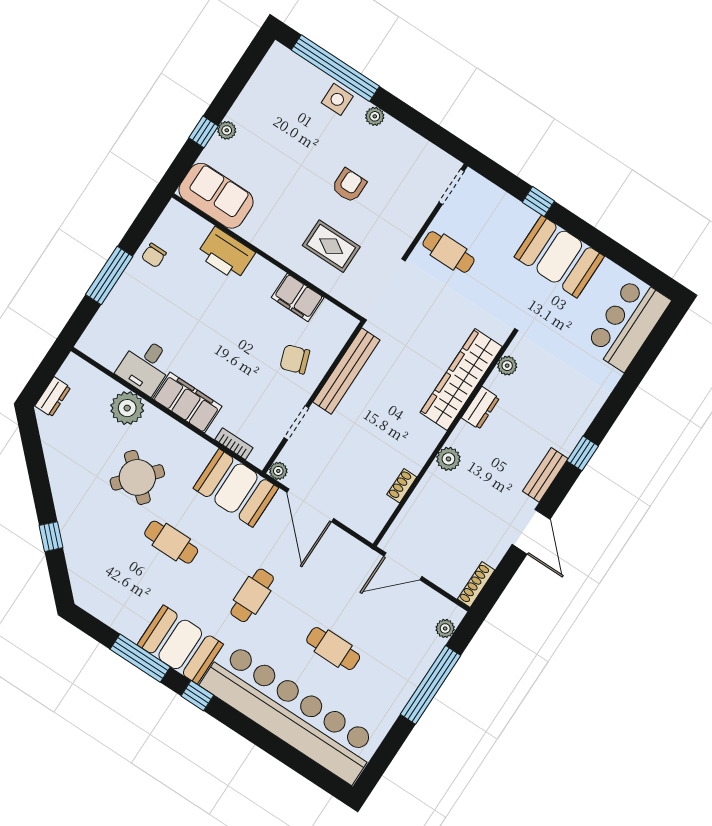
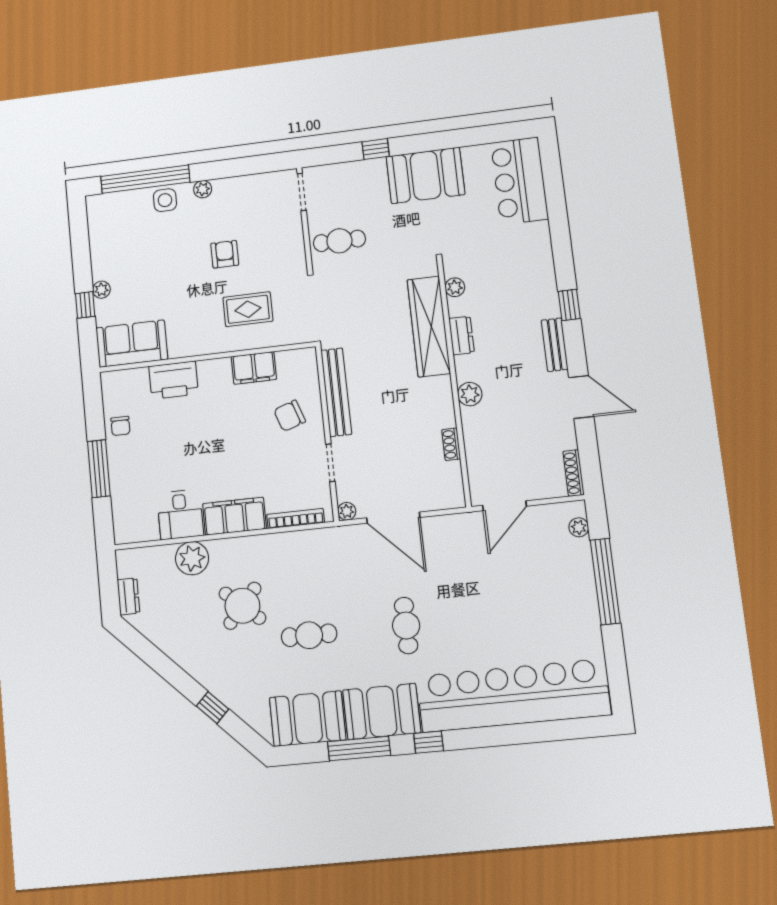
bookcase: (234, 444) -> (296, 518), width x1.56
booth: (236, 488) -> (308, 719), moved
cafe table: (333, 649) -> (504, 616), removed

